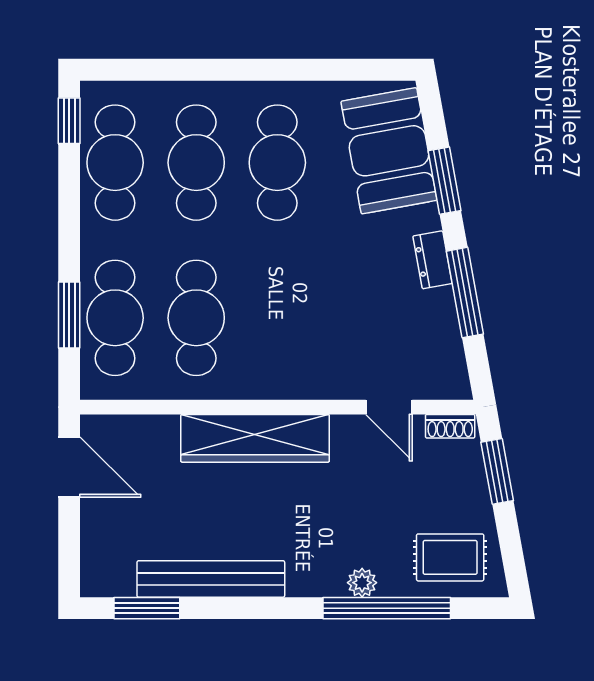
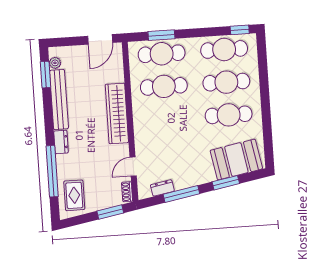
dresser: (432, 260) -> (162, 188), moved
dresser: (316, 581) -> (61, 142), added
plant: (362, 583) -> (55, 63), moved

